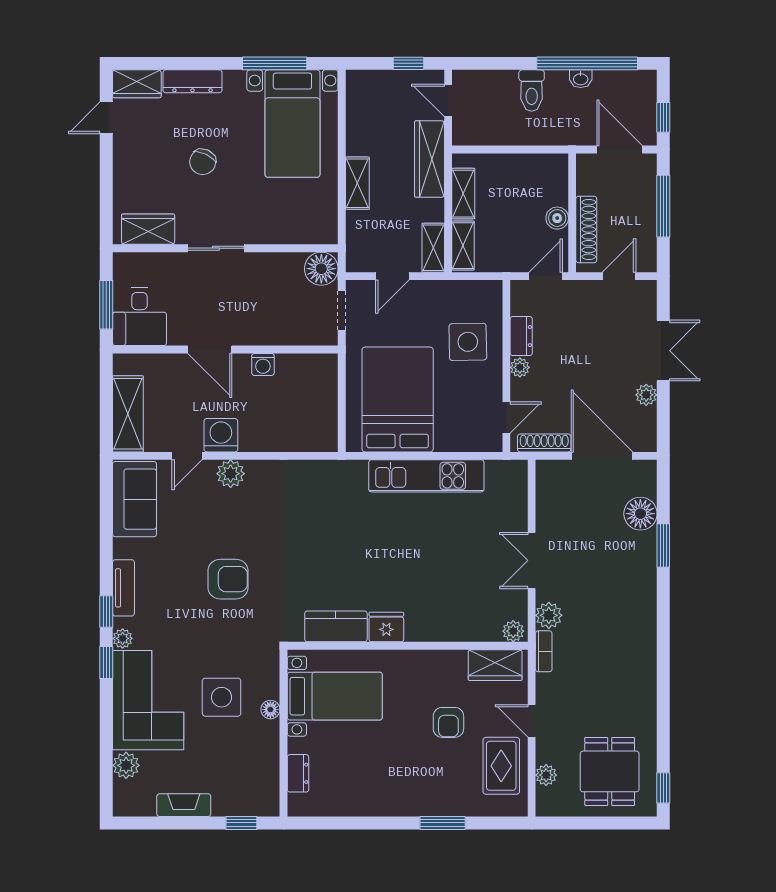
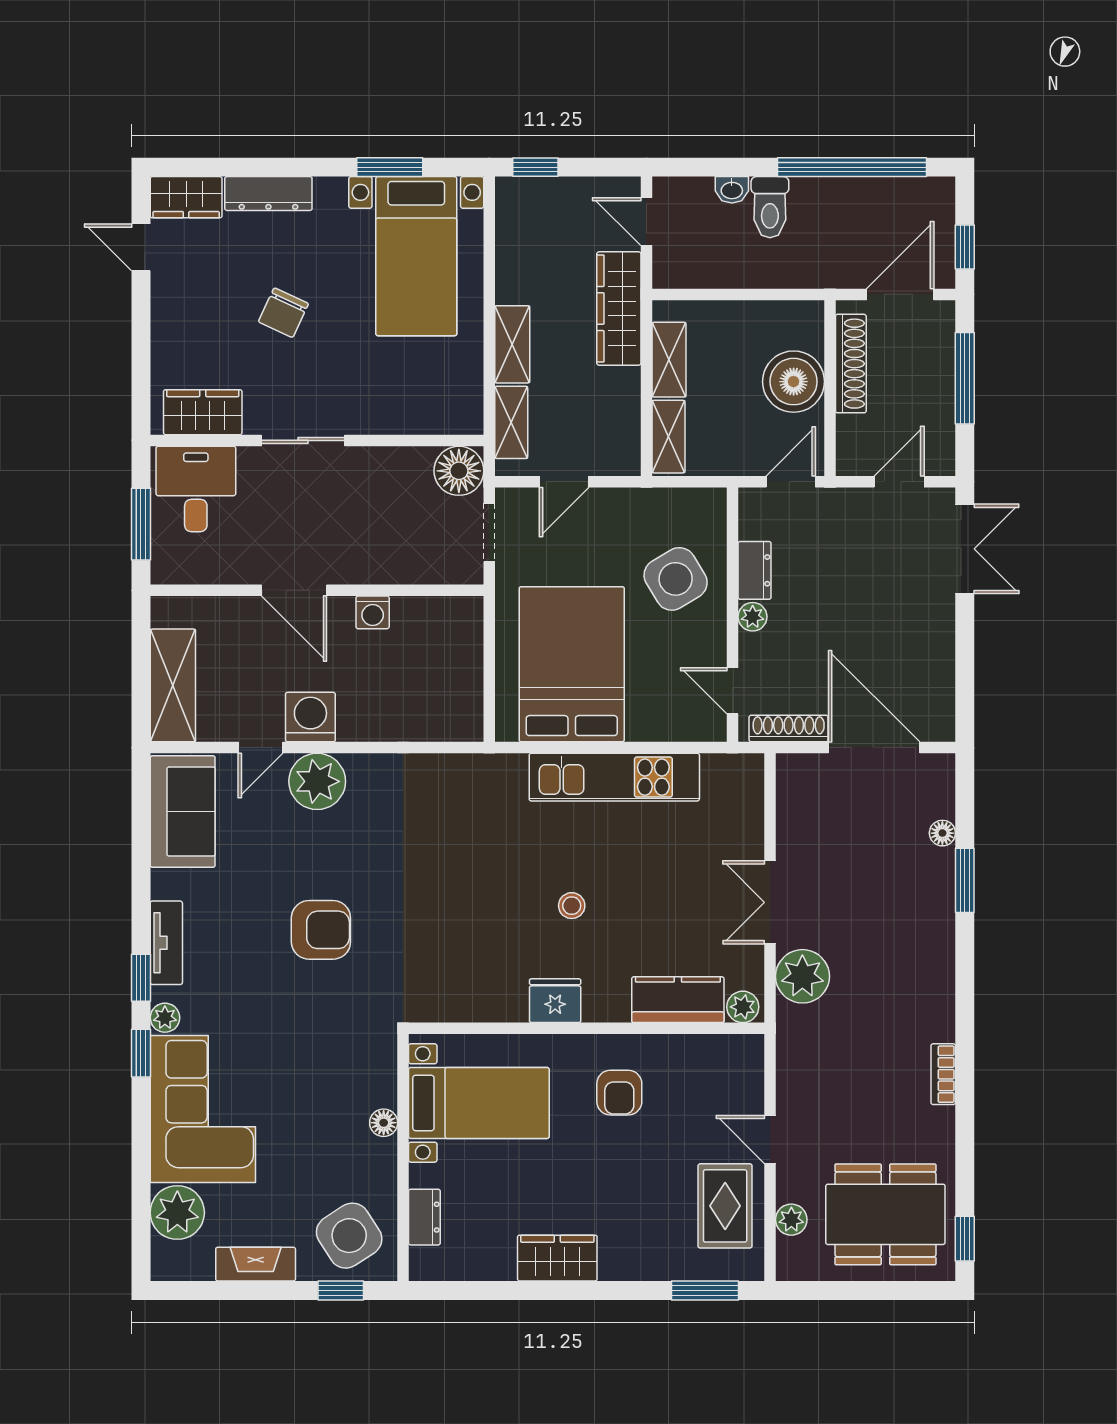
window: (275, 63) -> (390, 167), width x0.69
window: (409, 63) -> (535, 167), moved
washbasin: (581, 79) -> (732, 190), moved
door: (106, 118) -> (141, 247), hinge flipped
door: (620, 149) -> (900, 294), hinge flipped
boiler: (557, 218) -> (794, 382), width x1.86, depth x1.86
shoe rack: (586, 229) -> (851, 364), moved
shelving: (433, 248) -> (511, 422), moved
desk: (140, 317) -> (196, 489), moved, turned 180
side table: (468, 342) -> (676, 579), turned -30
double door: (663, 351) -> (965, 549), moved
plant: (646, 395) -> (940, 657), removed
door: (506, 417) -> (733, 691), swing flipped
plant: (231, 474) -> (317, 781), width x1.36, depth x1.36
floor lamp: (640, 514) -> (942, 833), width x0.53, depth x0.53
stool: (398, 563) -> (572, 906), added
plant: (549, 615) -> (802, 976), width x1.36, depth x1.36
kitchen counter: (336, 626) -> (678, 1000), moved
bookcase: (544, 651) -> (943, 1074), moved, turned 180
wardrobe: (495, 665) -> (557, 1258), moved, turned 180
side table: (222, 697) -> (349, 1236), moved, turned -33
armchair: (448, 722) -> (619, 1093), moved
plant: (126, 765) -> (177, 1213), width x1.36, depth x1.36
dining table: (610, 771) -> (885, 1214), width x1.38
window: (443, 823) -> (705, 1290), moved

